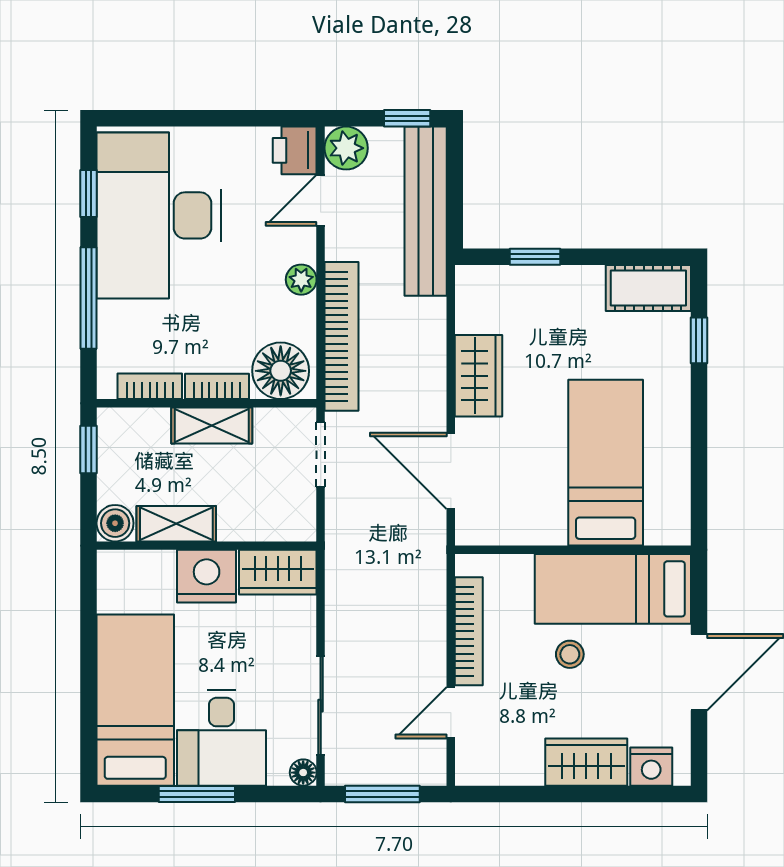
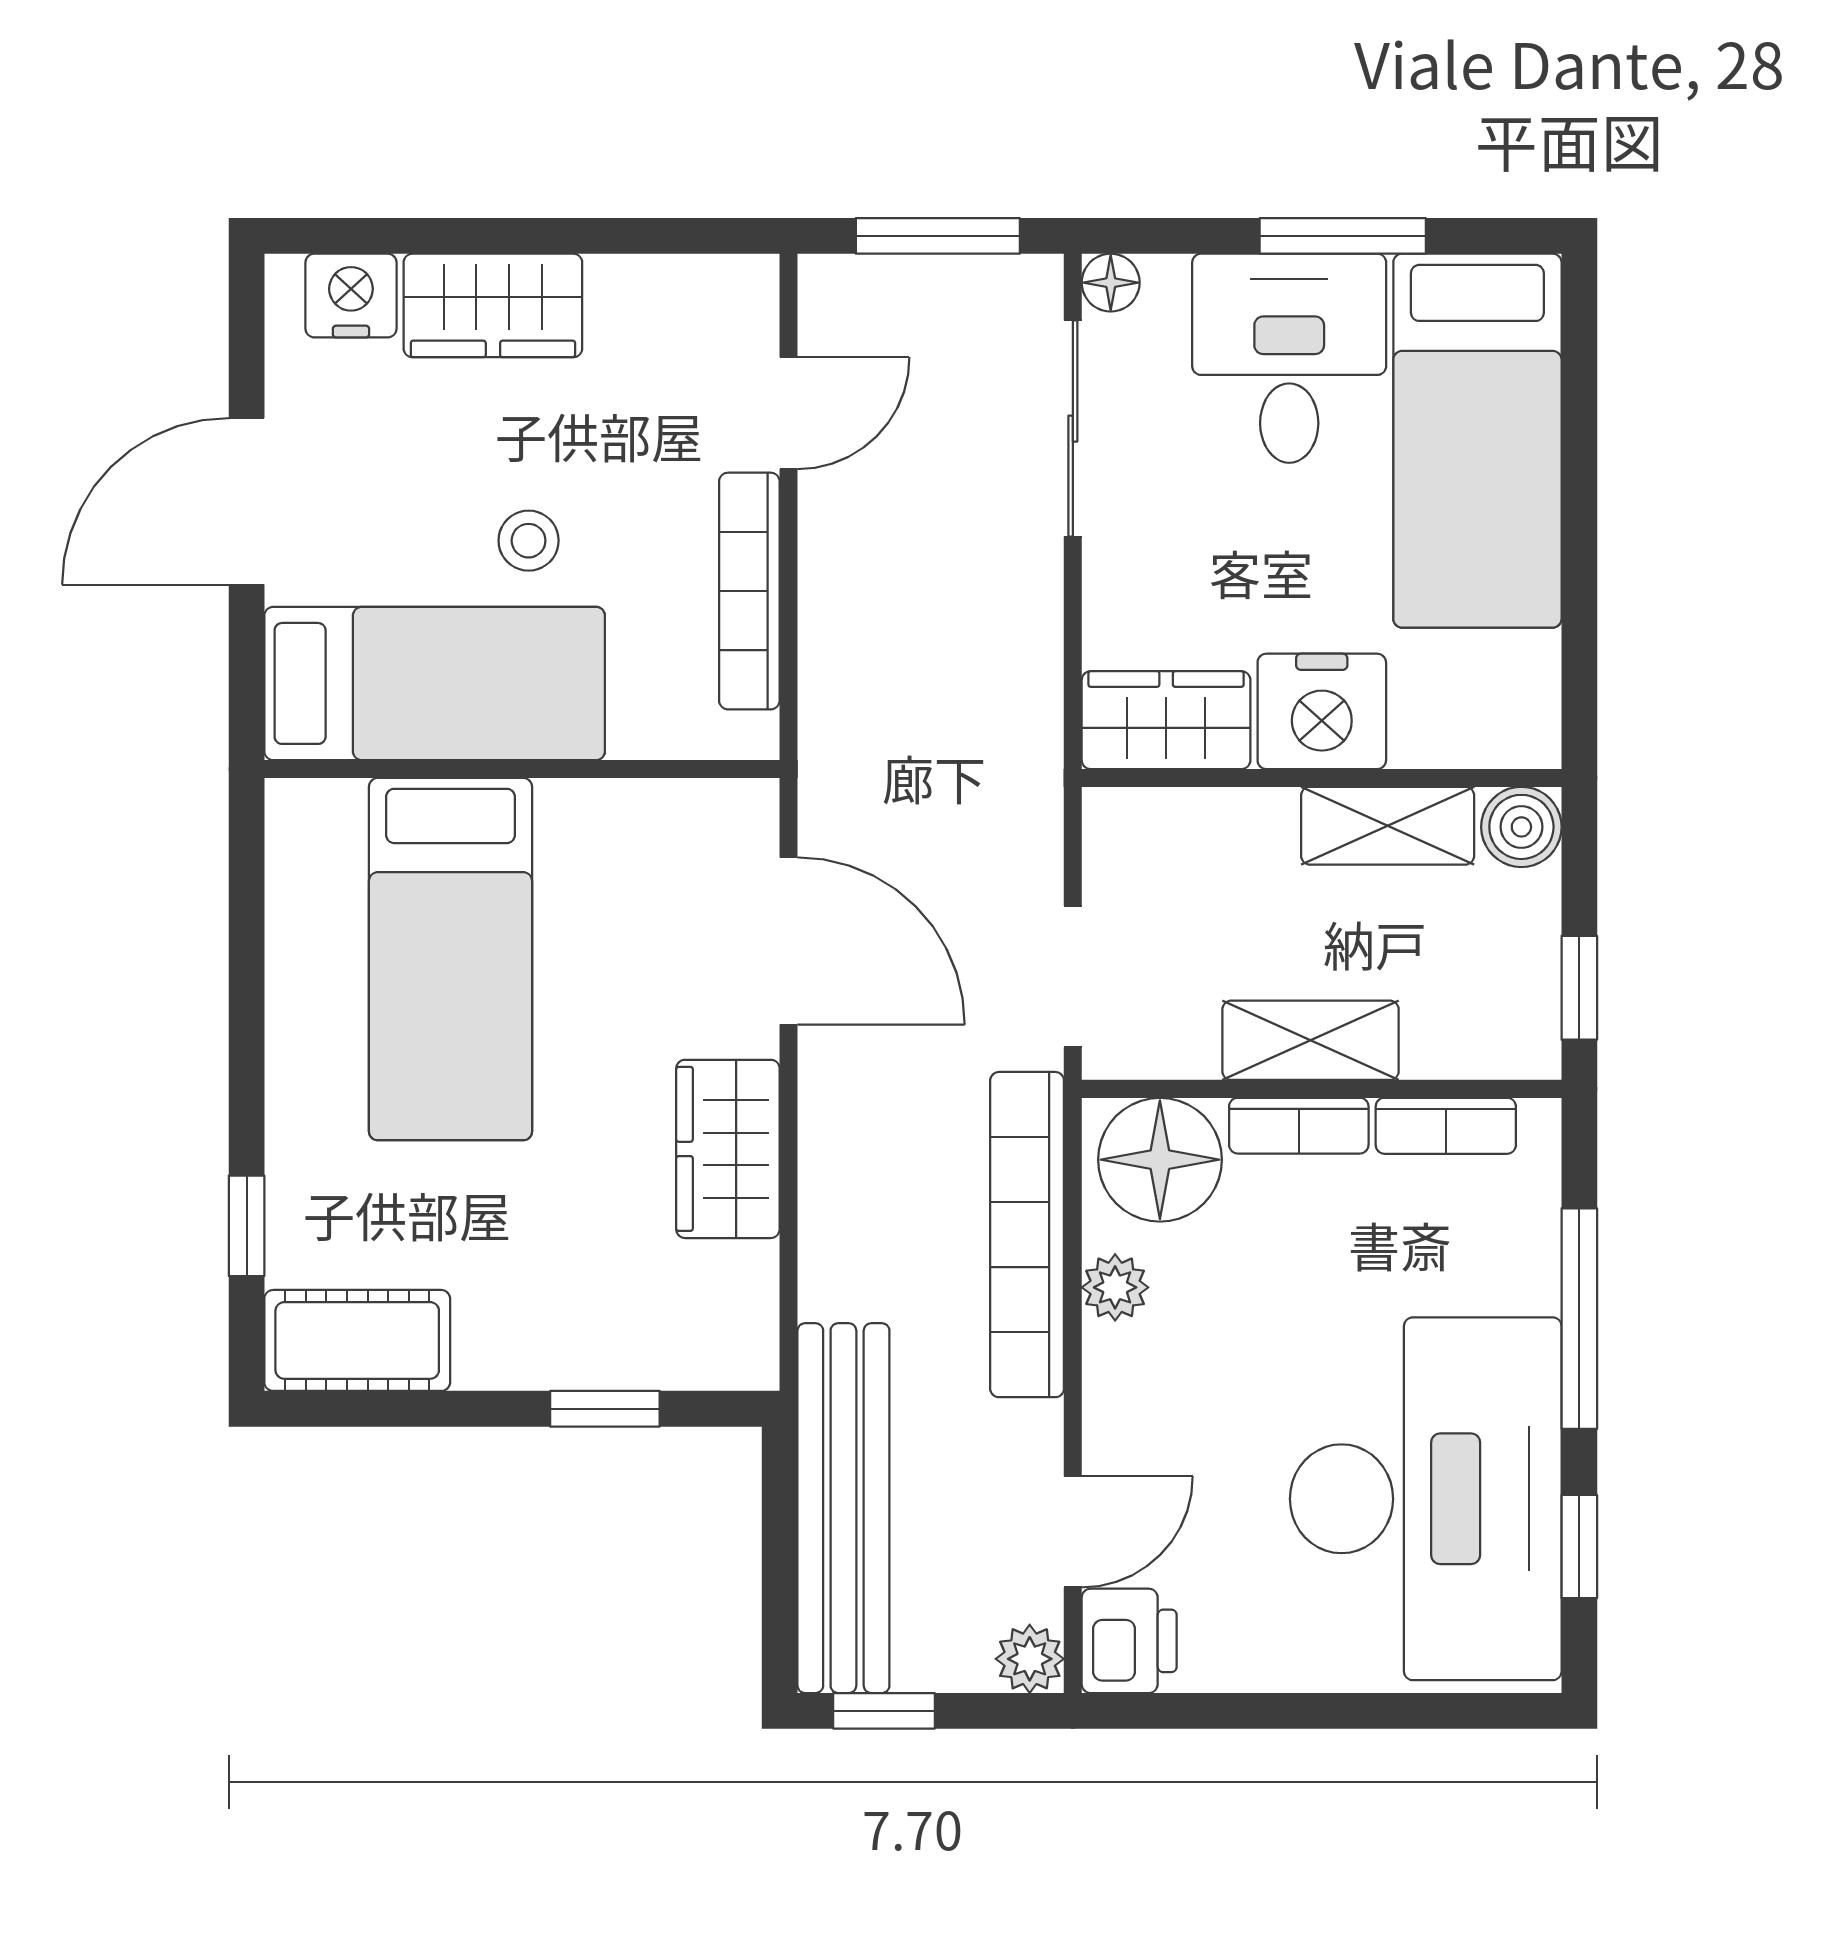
plant: (346, 148) -> (1030, 1659), width x0.73, depth x0.73
plant: (301, 280) -> (1115, 1287), moved

